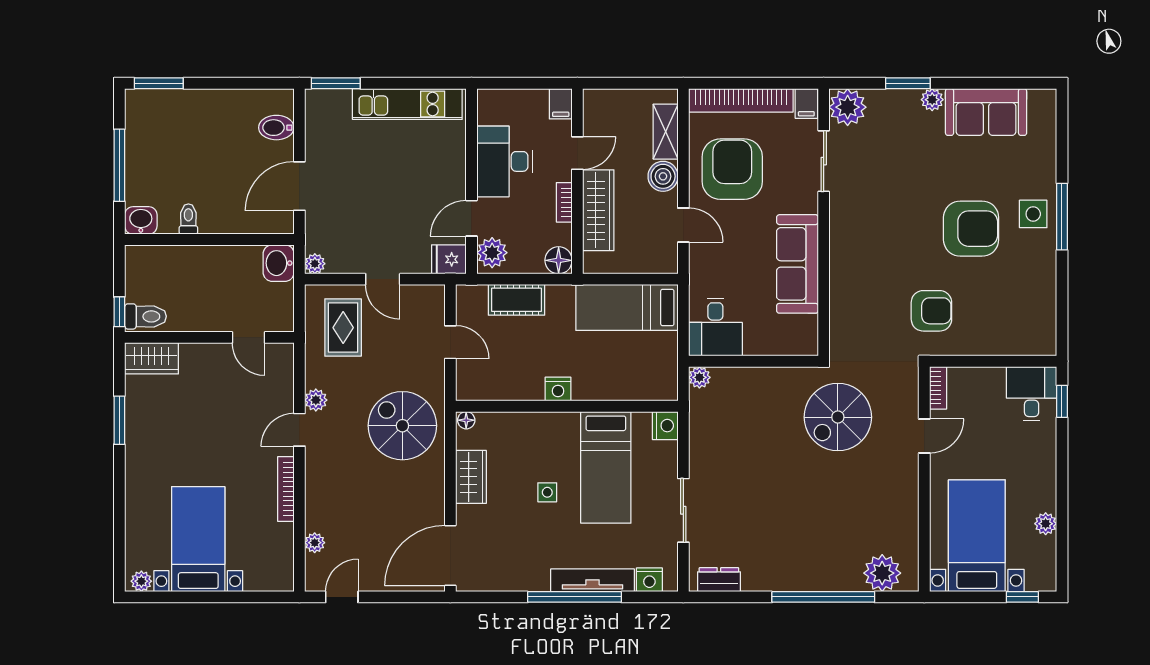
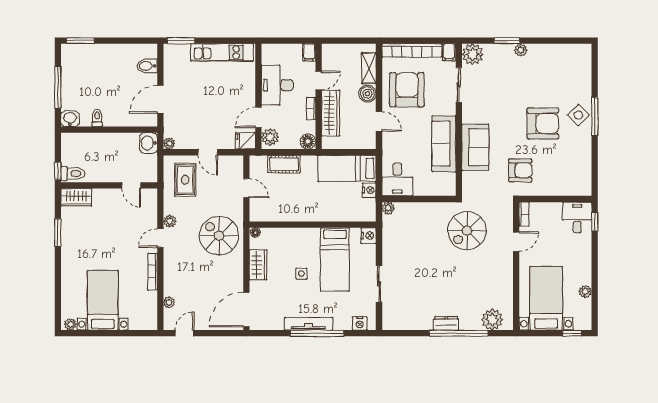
sofa: (986, 112) -> (475, 147), moved, turned -90
side table: (1033, 214) -> (578, 115), turned 45
nightstand: (558, 389) -> (369, 190), moved, turned -90
tv unit: (593, 580) -> (309, 324), moved
dresser: (719, 580) -> (446, 323), moved

